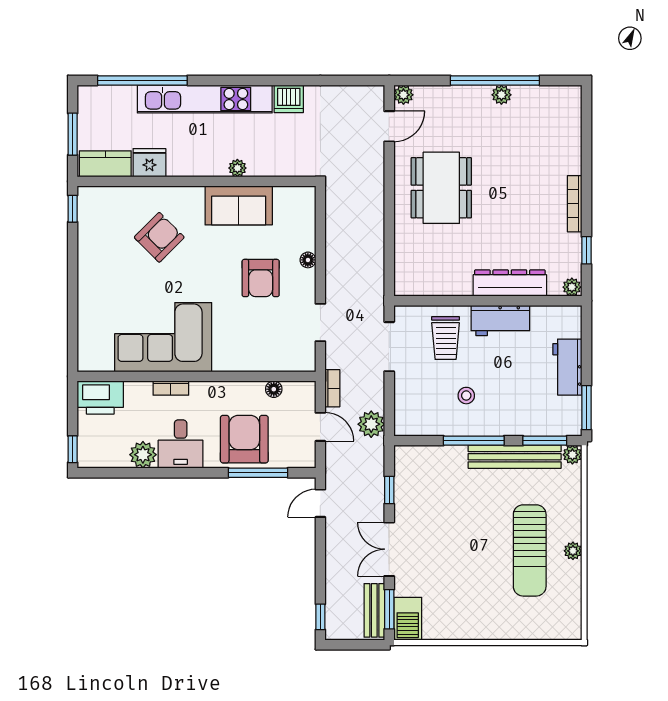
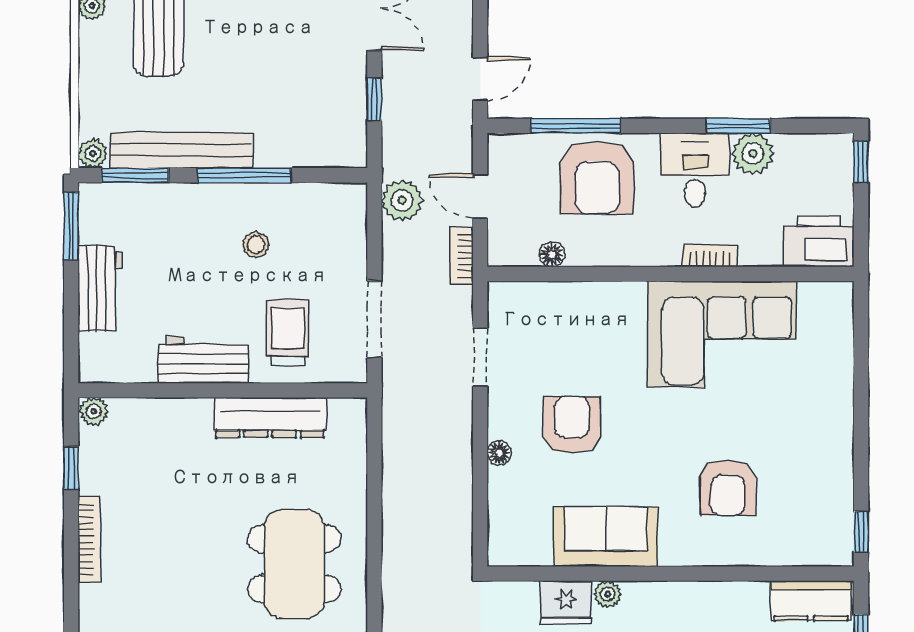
fridge: (149, 163) -> (566, 602), moved
armchair: (159, 237) -> (728, 488), turned -45
dresser: (510, 283) -> (270, 417), moved
window: (153, 473) -> (738, 126), added

